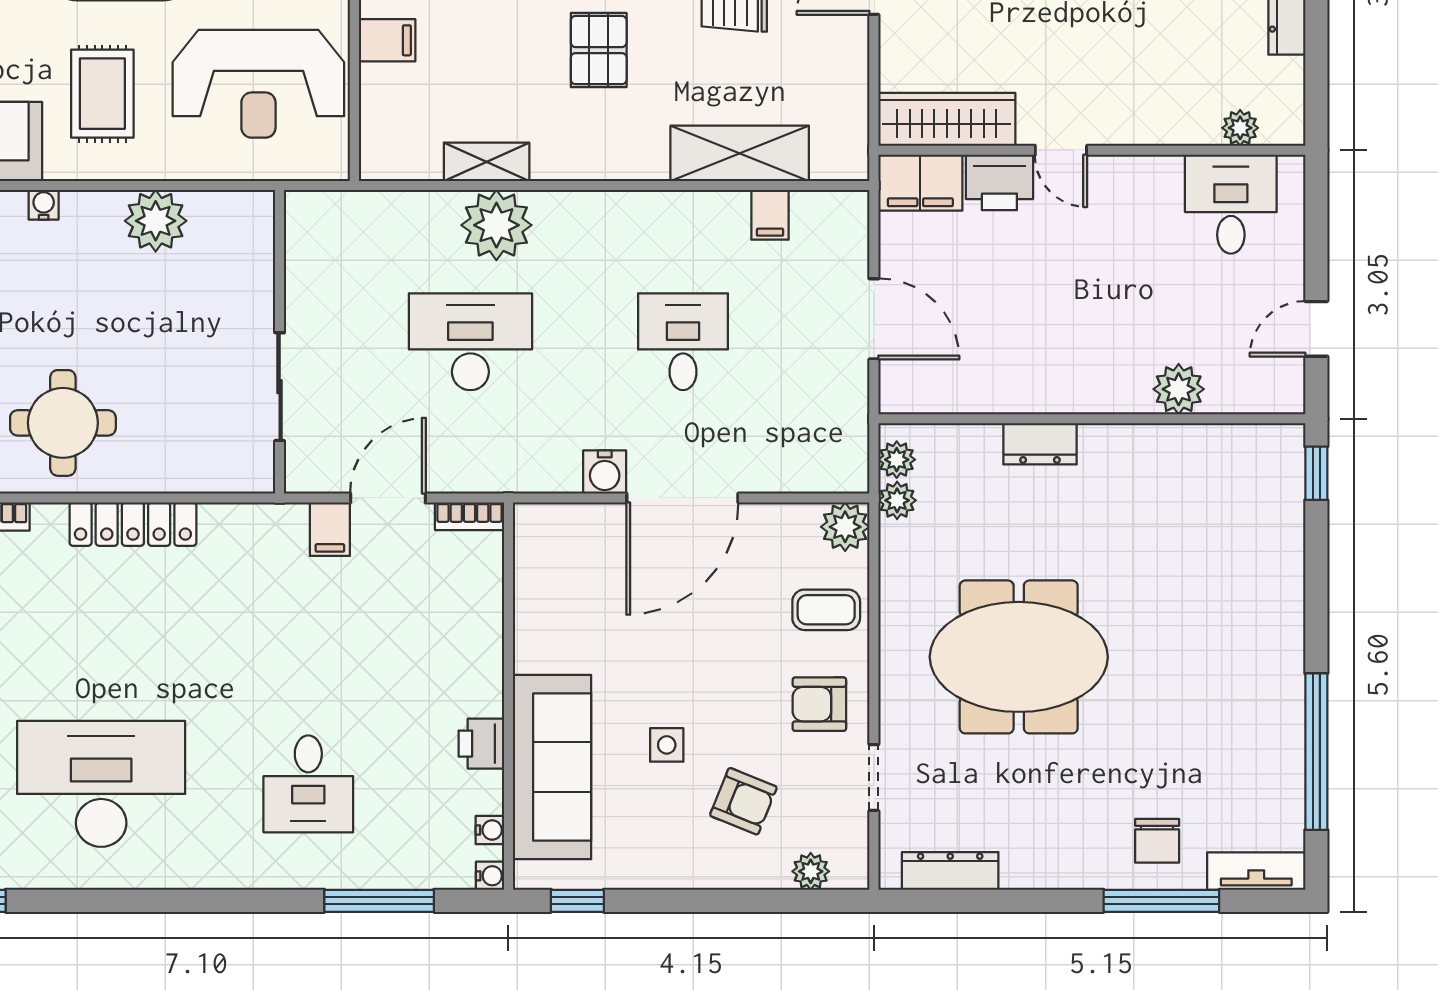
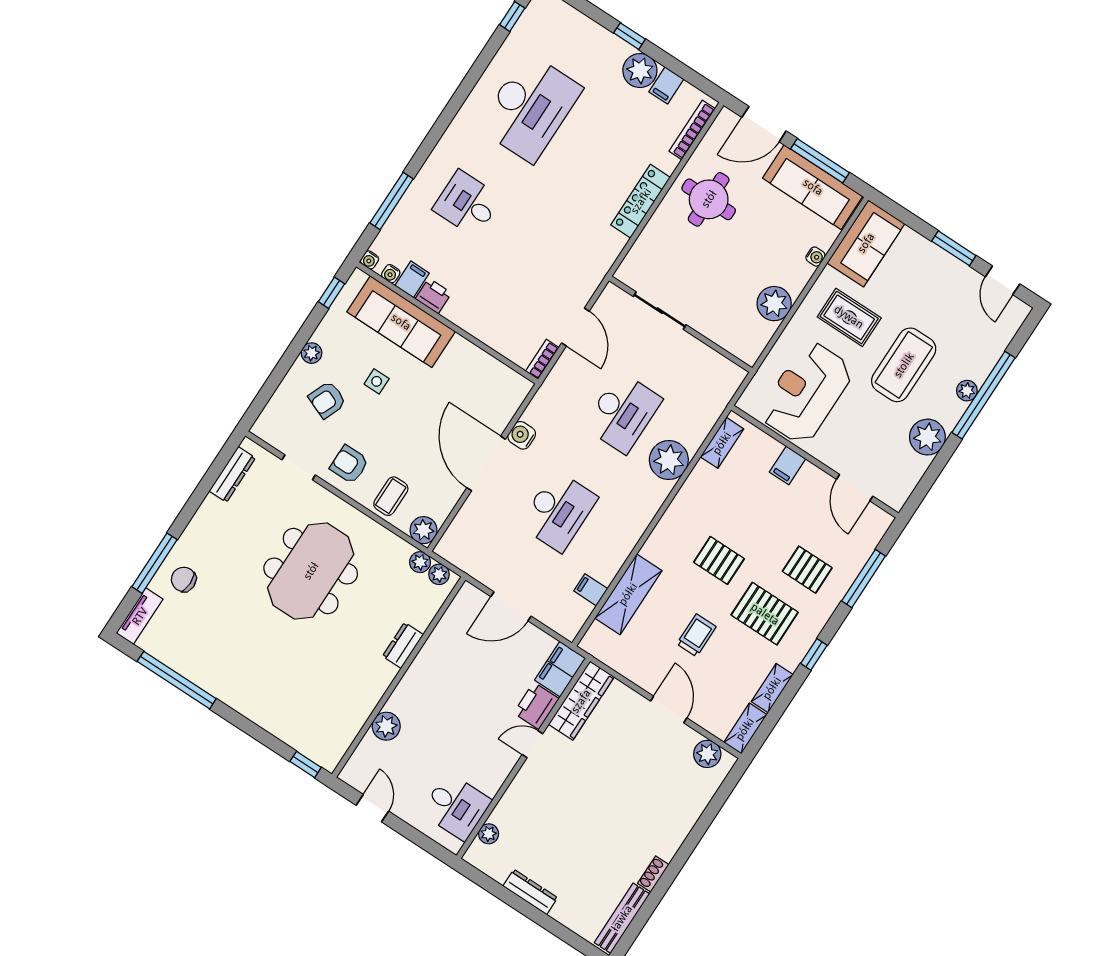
shelving: (487, 162) -> (722, 443), moved
desk: (683, 342) -> (558, 511), width x1.37
filing cabinet: (330, 529) -> (412, 279), moved, turned 90
armchair: (819, 704) -> (349, 464), turned -90
plant: (811, 871) -> (312, 353), moved

